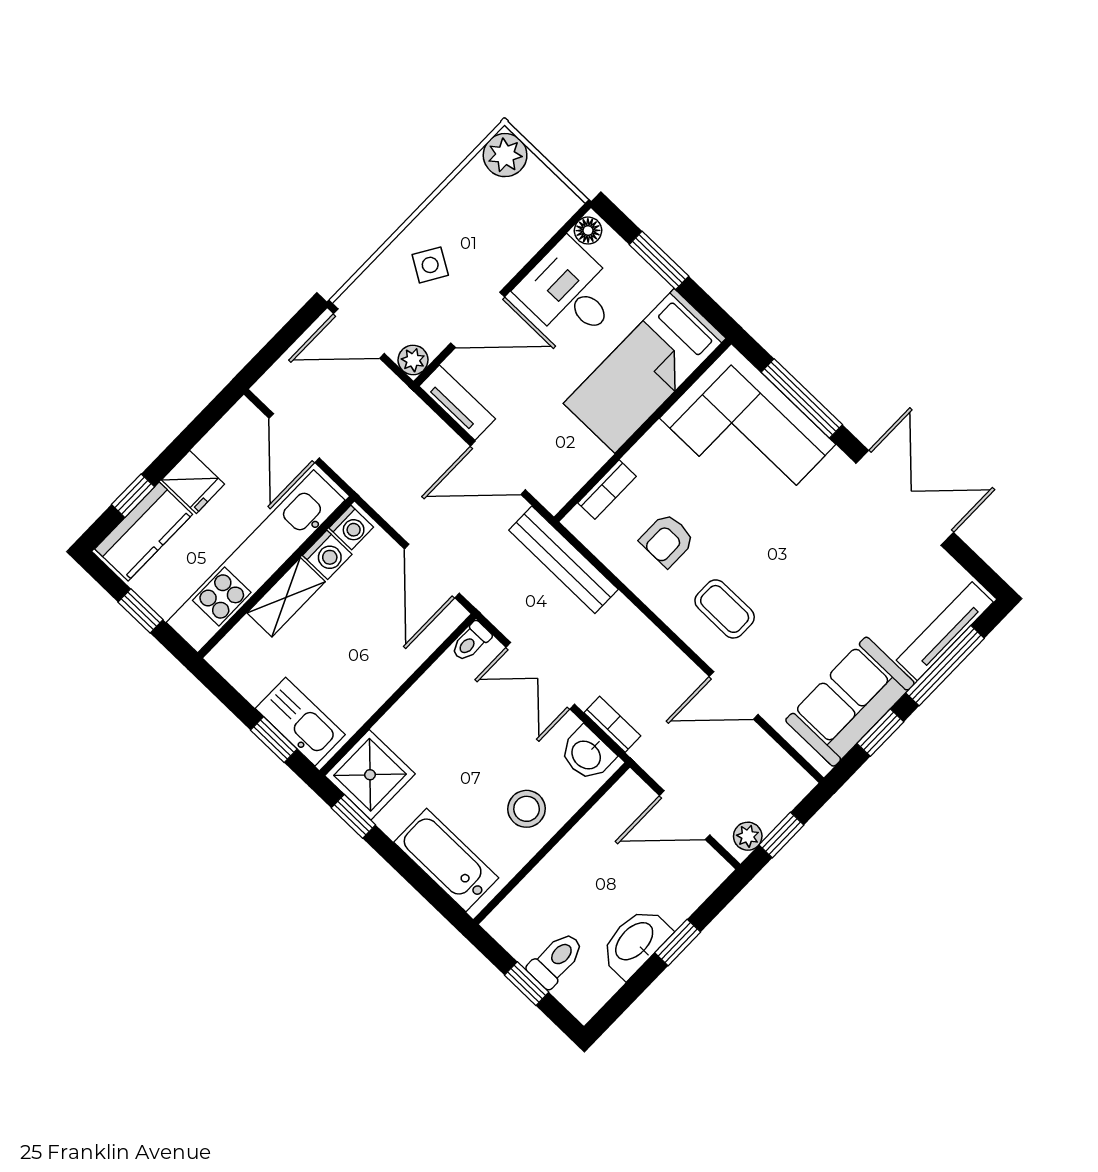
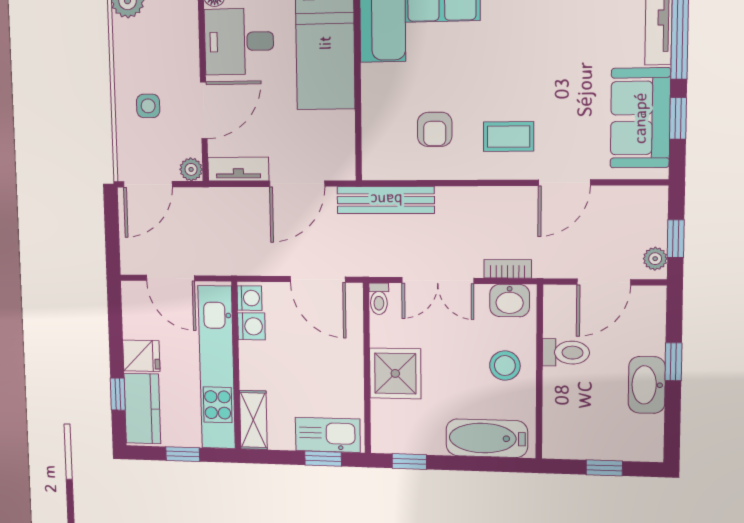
side table: (430, 265) -> (148, 106), turned -31
bookcase: (607, 490) -> (371, 134), removed
shelving: (286, 597) -> (253, 420), moved
shower: (370, 775) -> (395, 373), moved
toilet: (556, 960) -> (566, 352), moved, turned 90

